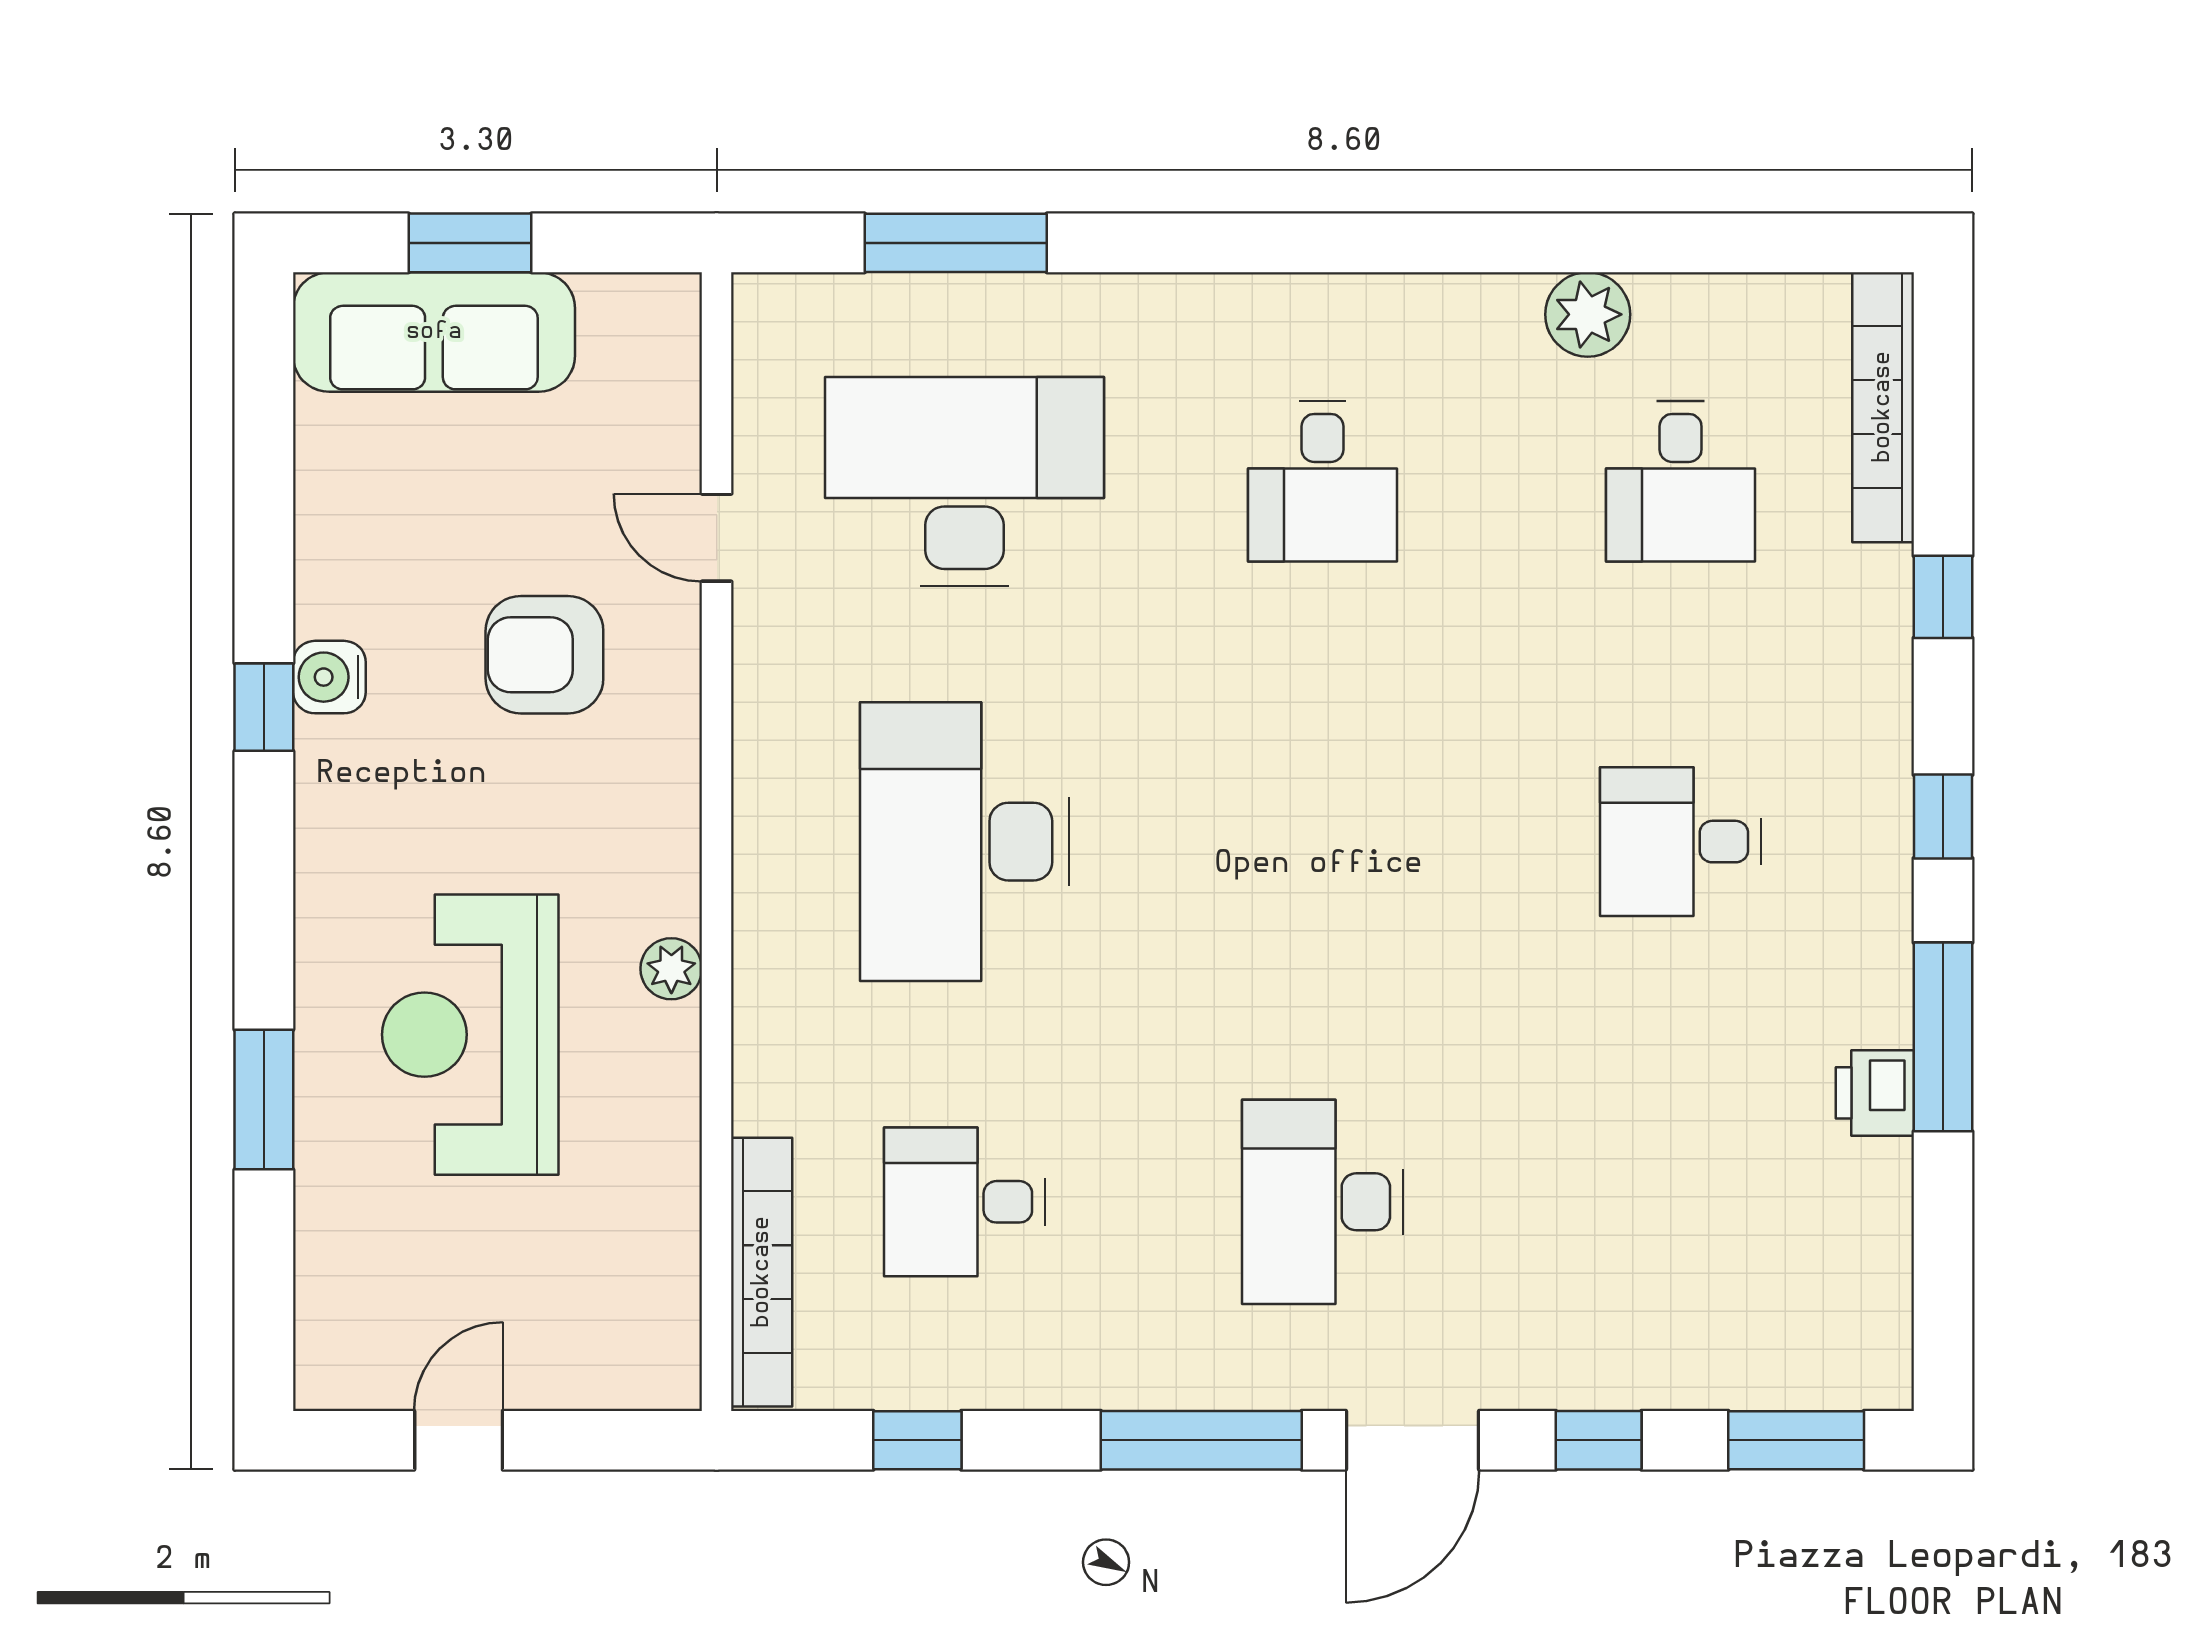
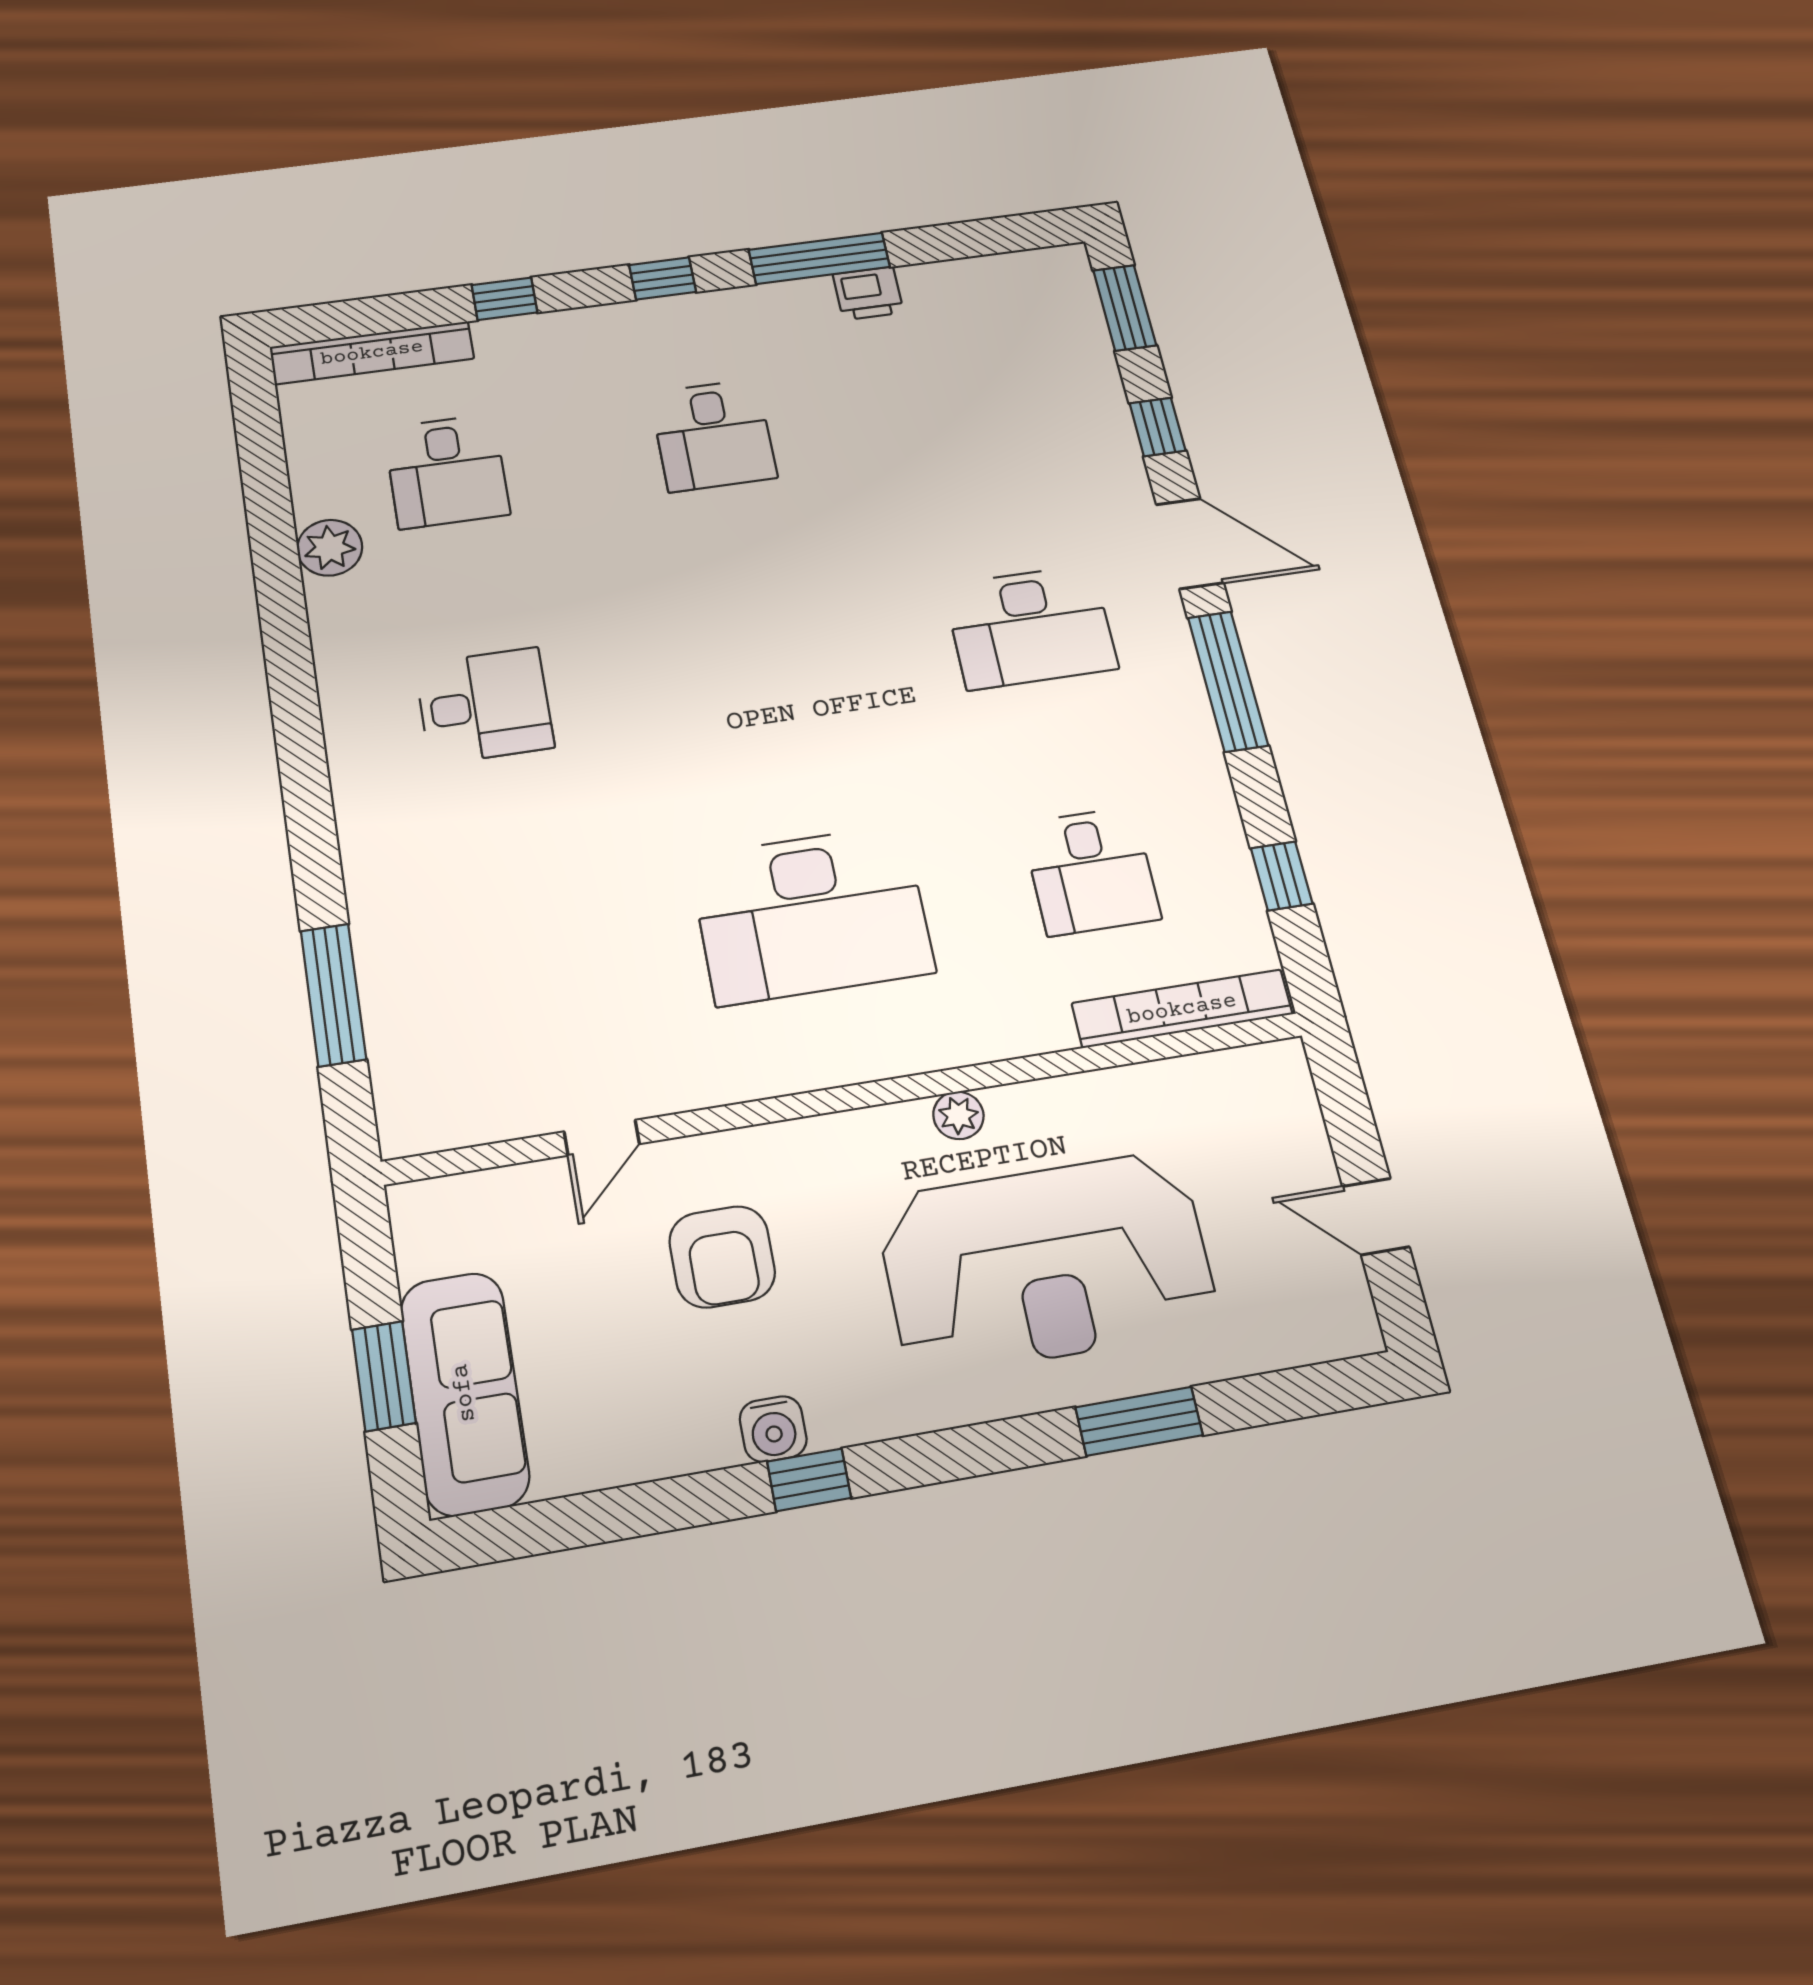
desk: (964, 481) -> (525, 958), removed
desk: (1681, 481) -> (447, 471), turned 90
reception desk: (470, 1035) -> (1047, 1263), width x1.36, depth x1.30

